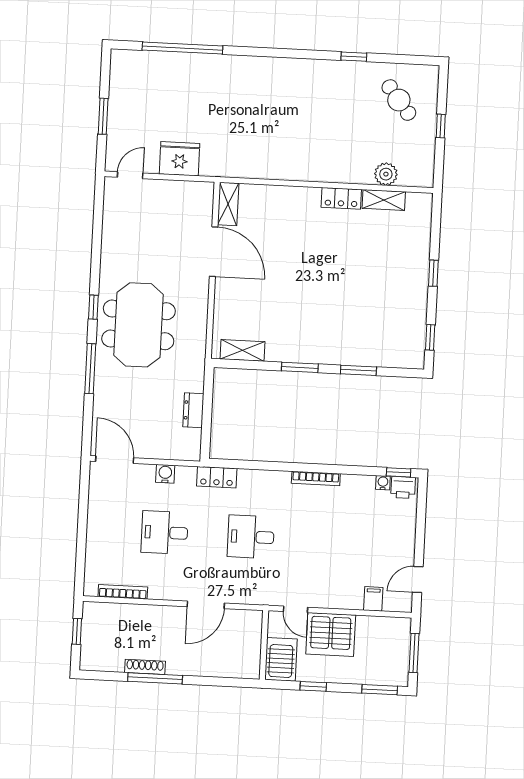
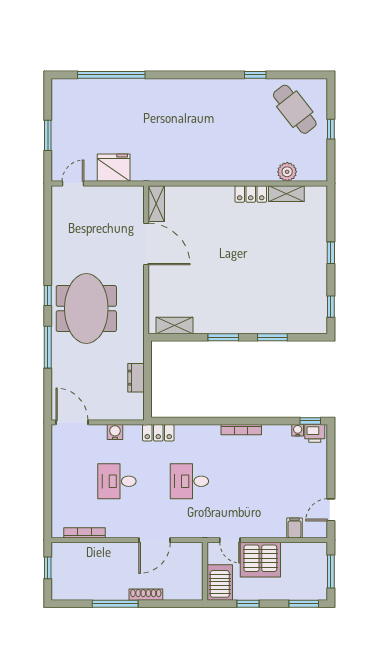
cafe table: (399, 100) -> (295, 109), width x1.37, depth x1.35
shoe rack: (145, 667) -> (146, 595), moved

